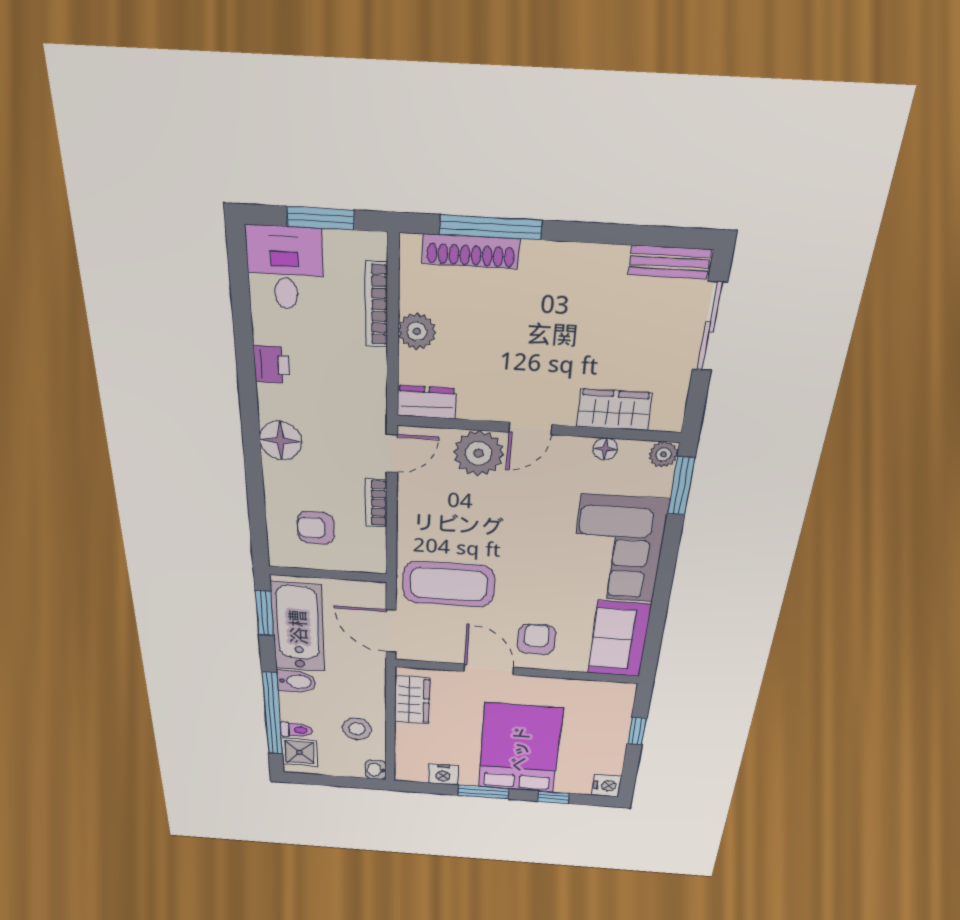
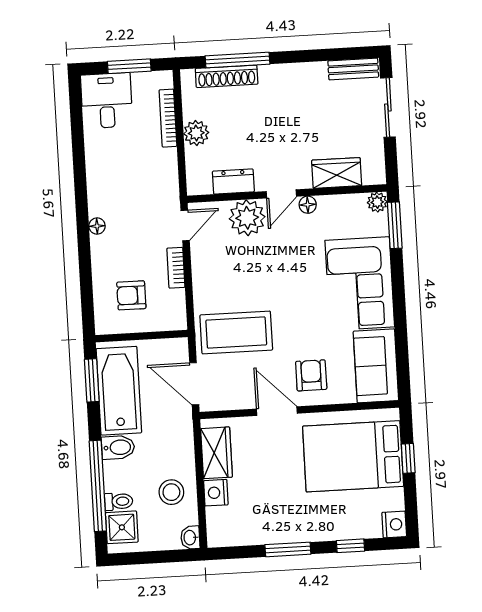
printer: (272, 365) -> (98, 168), removed
dresser: (427, 402) -> (233, 182), moved
floor lamp: (281, 441) -> (97, 226), width x0.53, depth x0.53
floor lamp: (605, 449) -> (308, 205), moved
bed: (520, 749) -> (353, 456), moved, turned -90
nightstand: (443, 774) -> (216, 493), moved, turned 90

